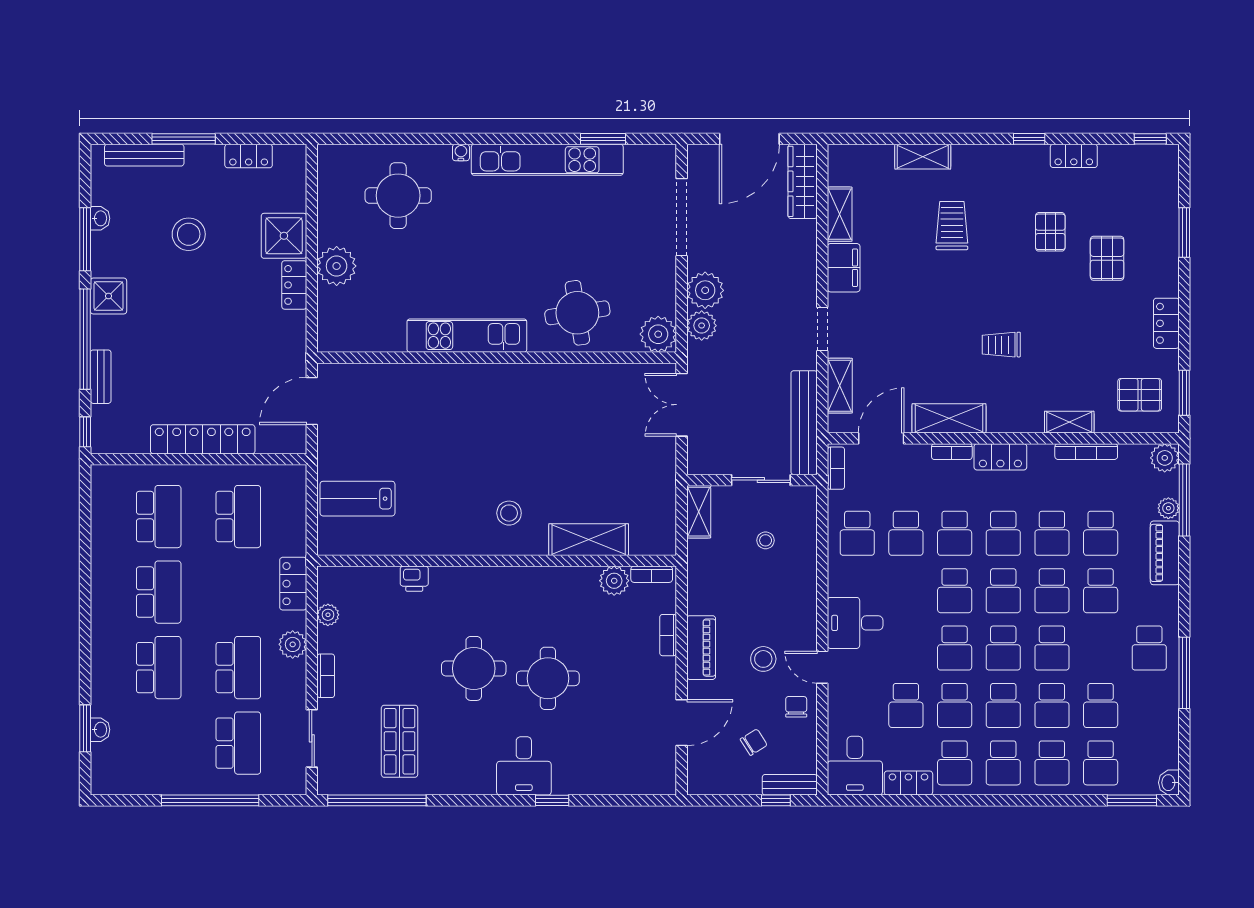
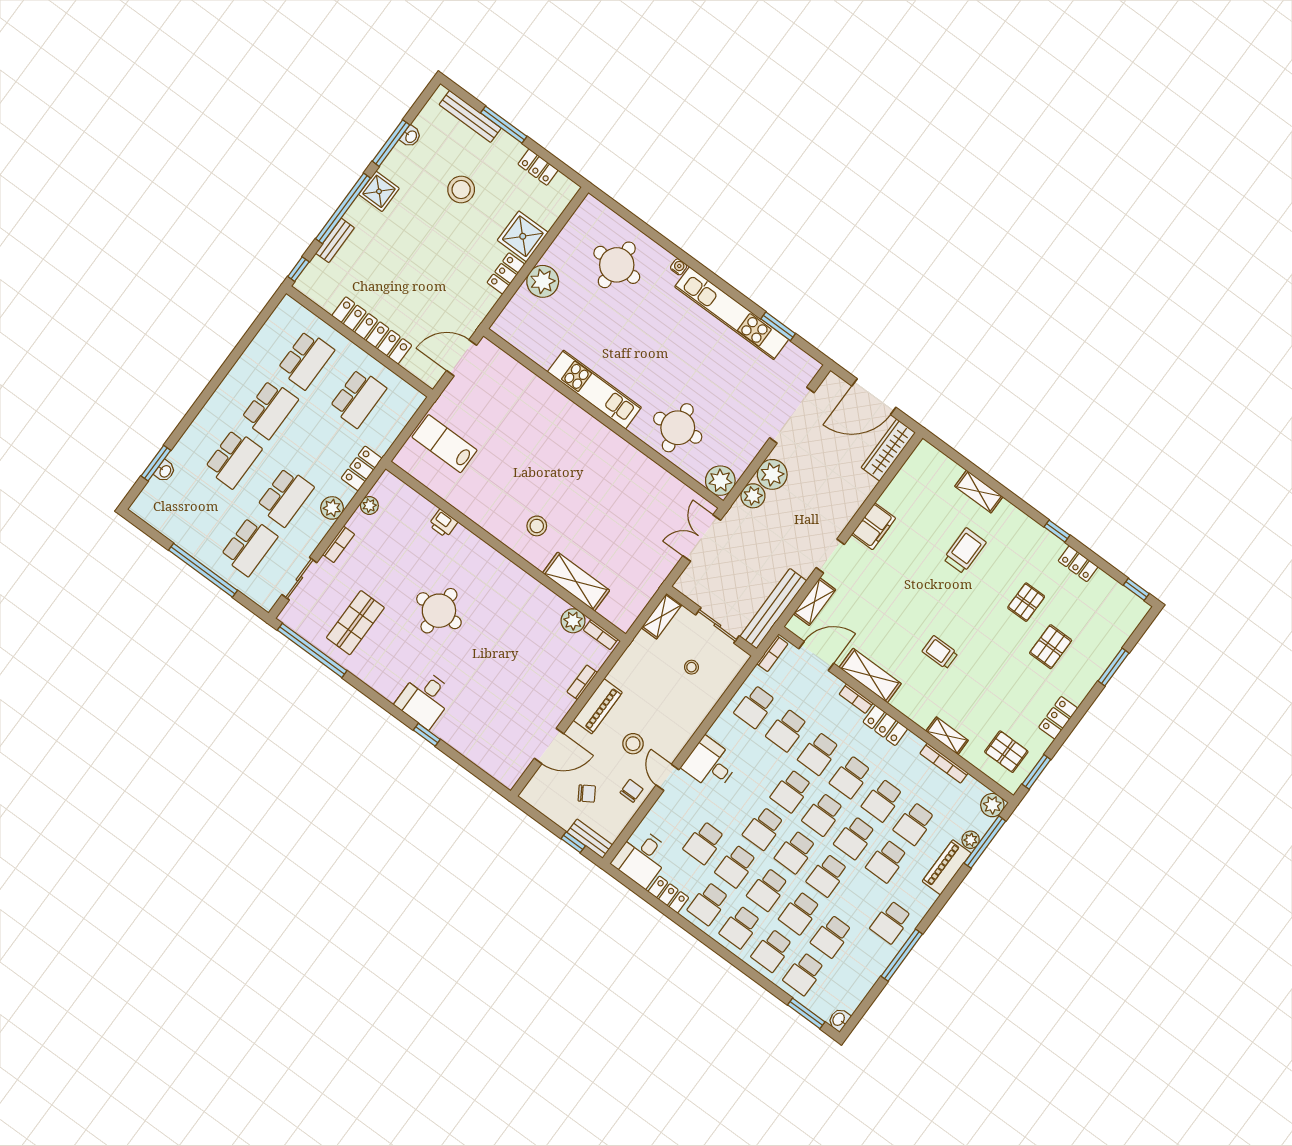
shelving: (840, 214) -> (897, 489), removed
round table: (548, 678) -> (483, 653), removed

